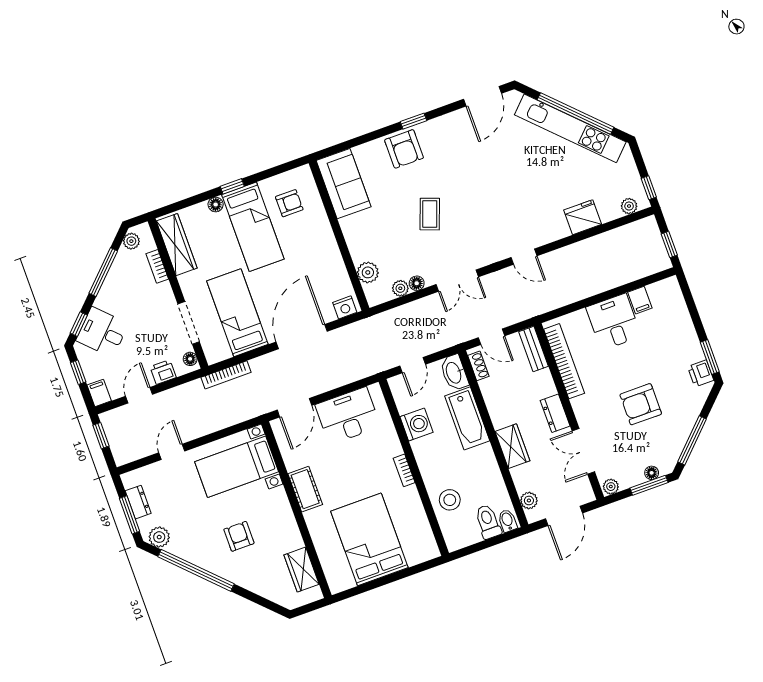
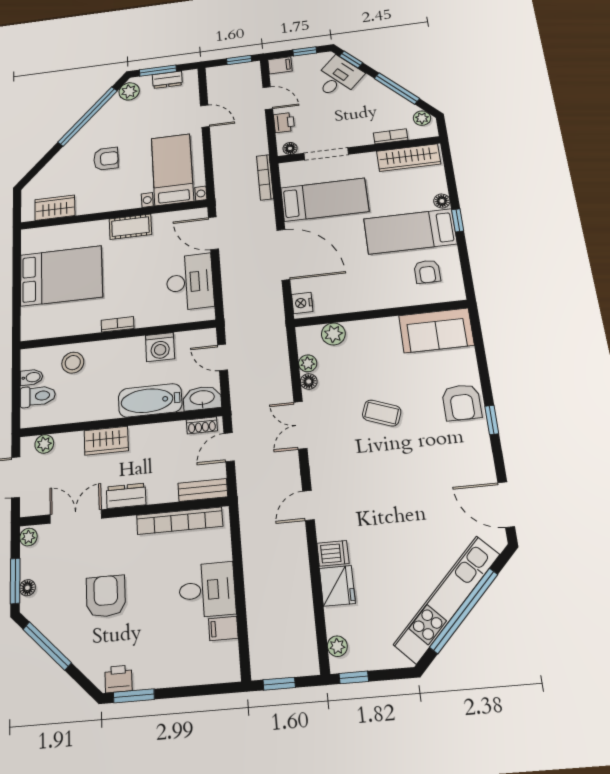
armchair: (404, 149) -> (462, 402), turned -90
dishwasher: (558, 227) -> (333, 553), added
bidet: (508, 521) -> (32, 377), moved

